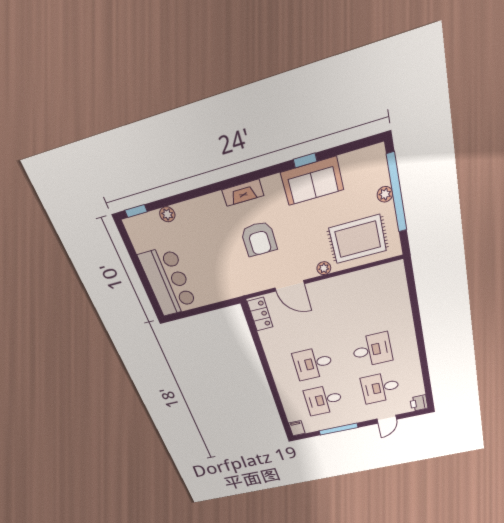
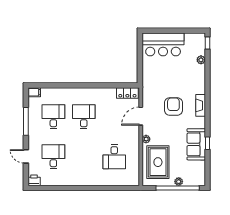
armchair: (259, 239) -> (173, 106), turned 90
desk: (372, 350) -> (114, 157), moved

